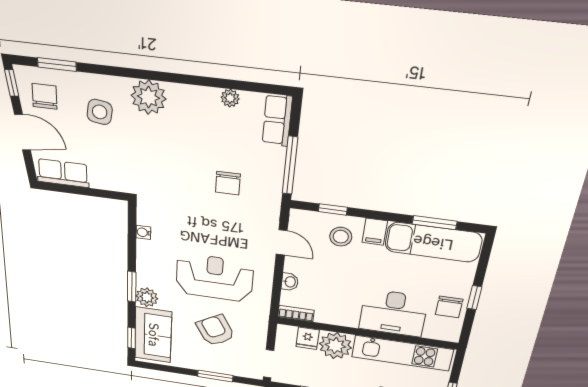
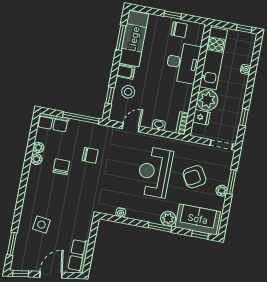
chair: (45, 96) -> (61, 167), moved, turned 90
plant: (149, 97) -> (36, 159), moved, width x0.53, depth x0.53
plant: (201, 364) -> (222, 191), added

